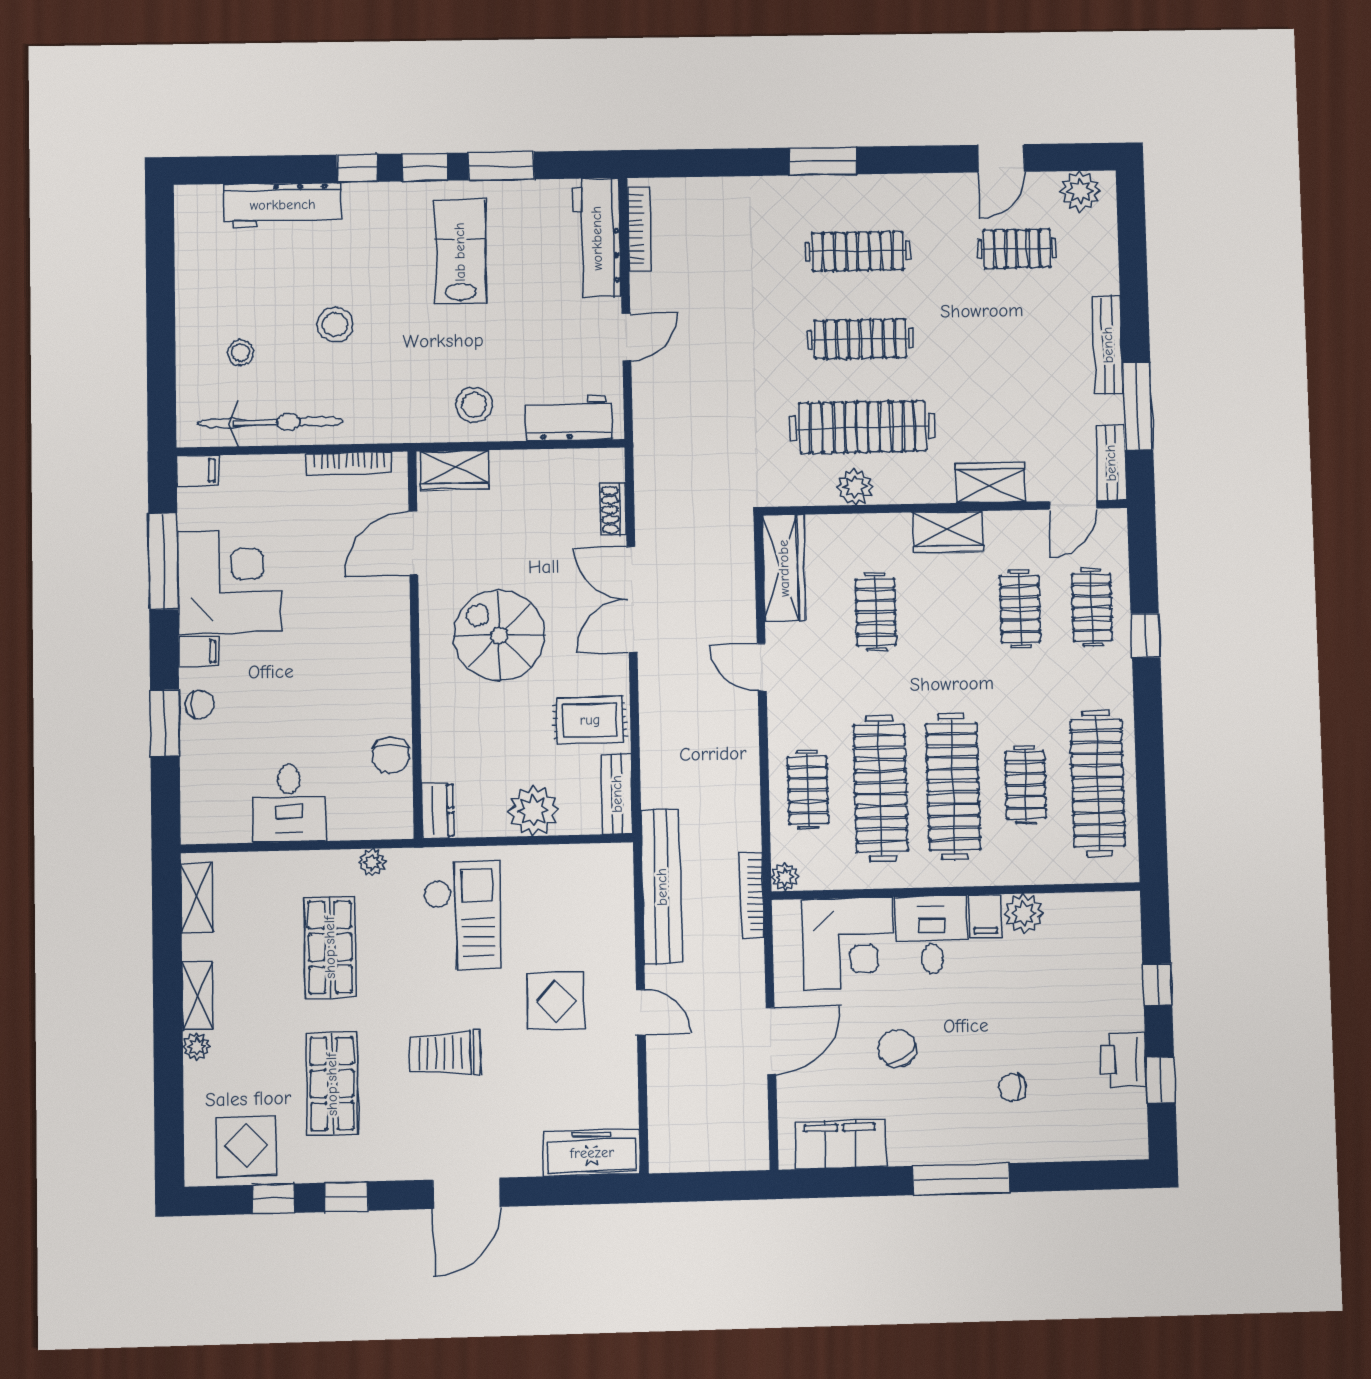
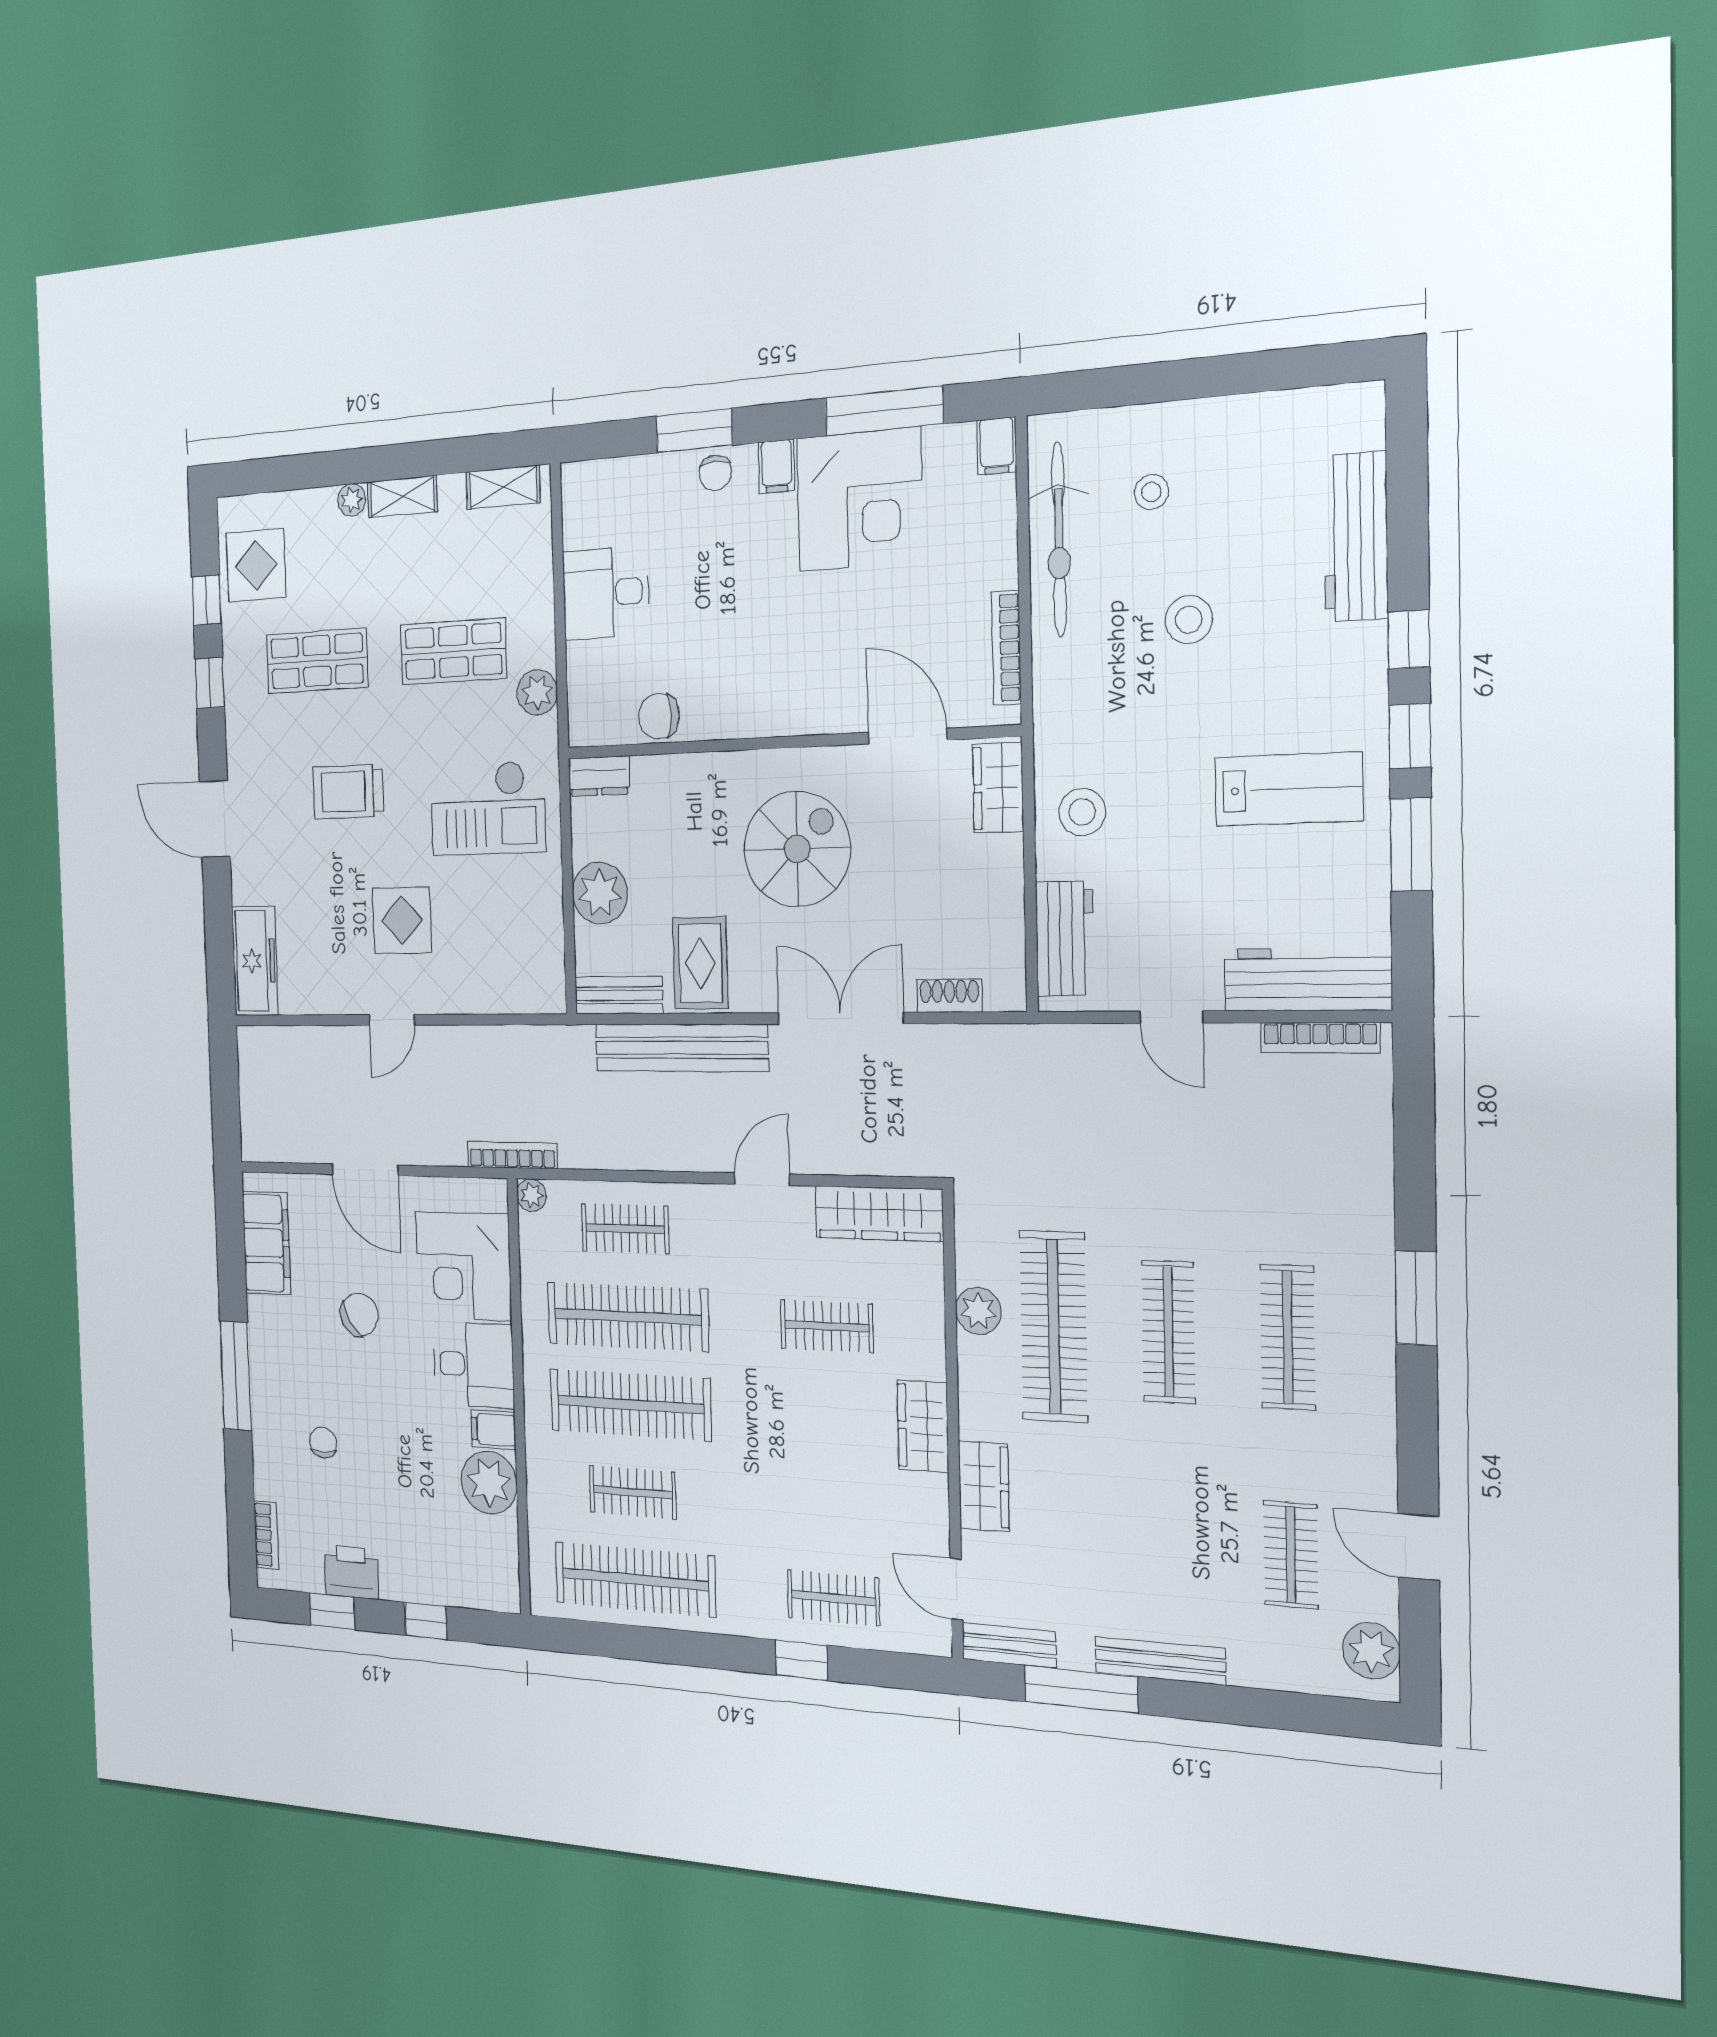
clothes rail: (1020, 609) -> (831, 1508), removed
plant: (372, 862) -> (537, 692), width x1.38, depth x1.38
bench: (662, 887) -> (681, 1048), moved
plant: (1024, 913) -> (489, 1483), width x1.36, depth x1.36
trolley: (445, 1053) -> (348, 792), turned -90
bookcase: (1101, 1148) -> (266, 1535), added

